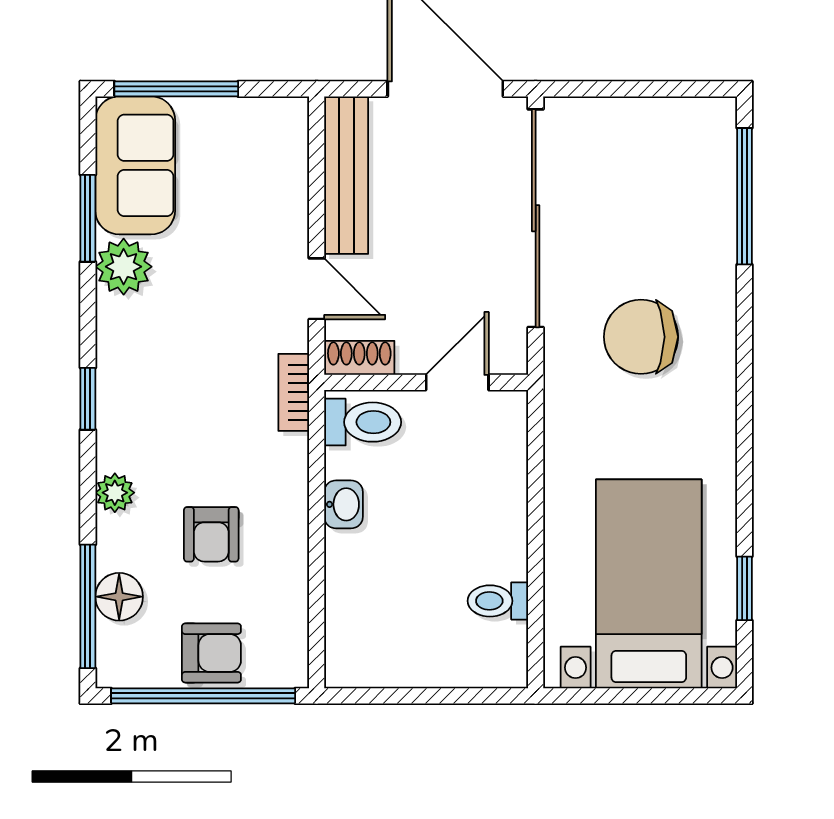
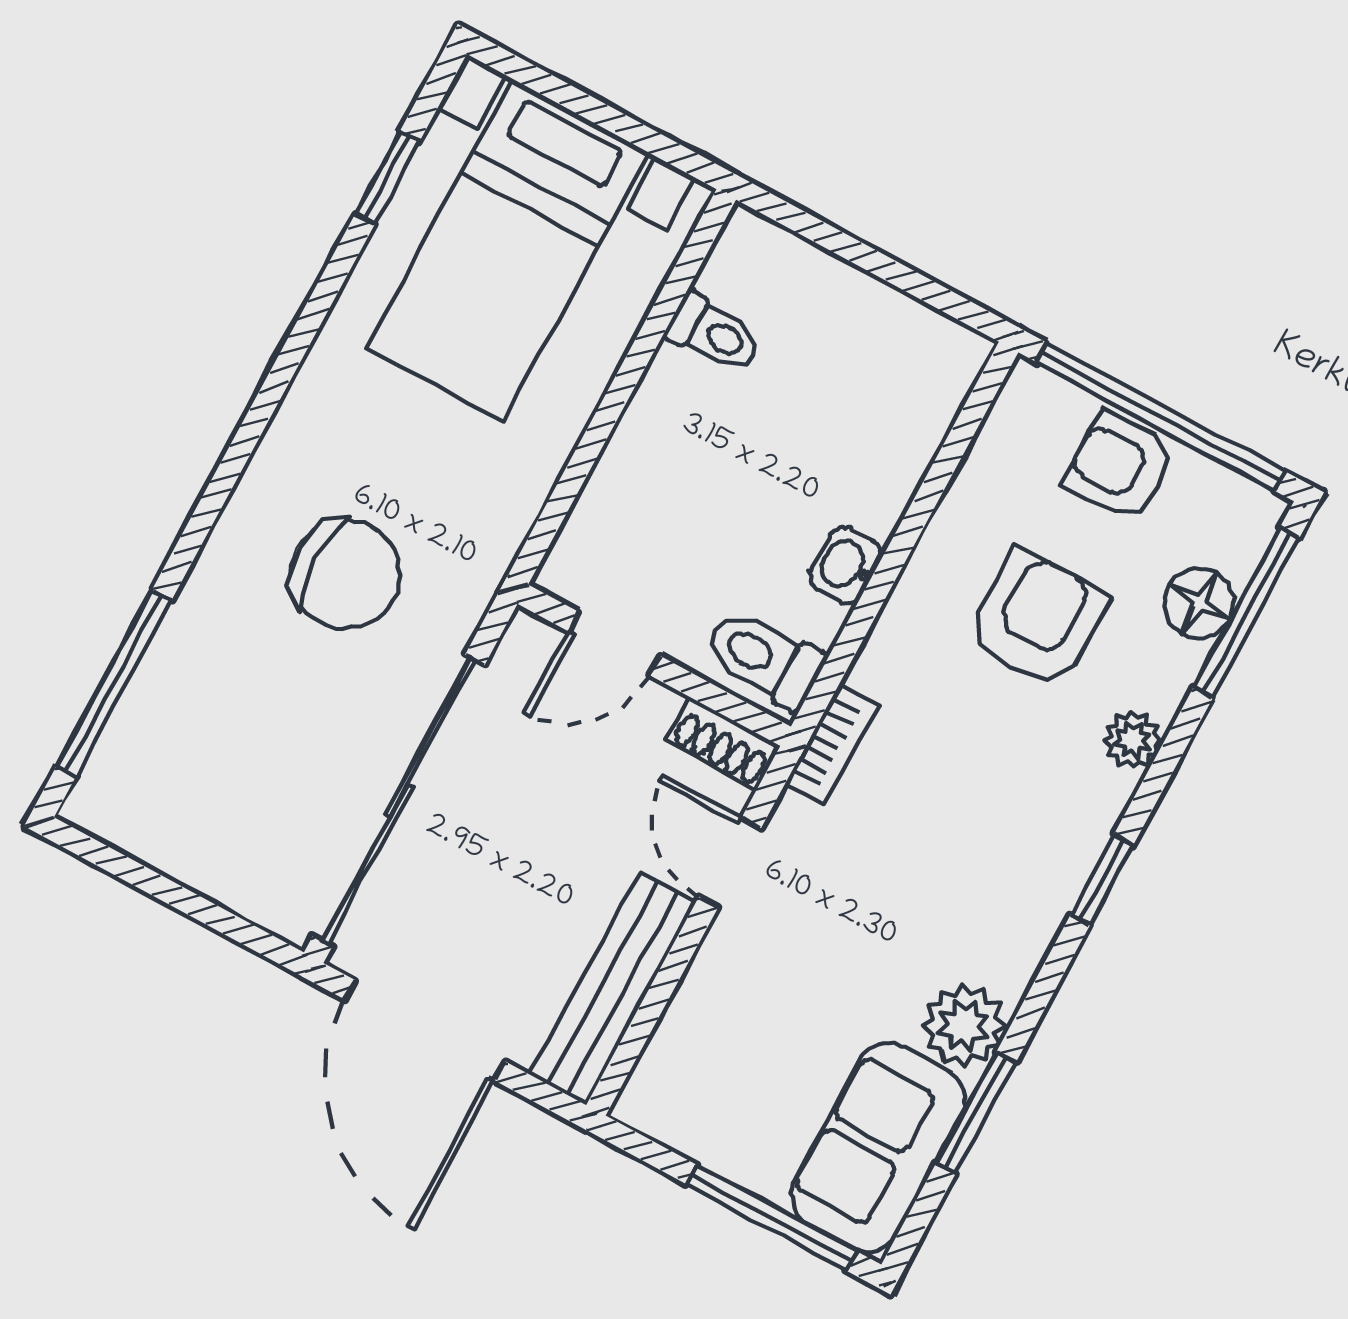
armchair: (211, 534) -> (1037, 619), width x1.38, depth x1.38

